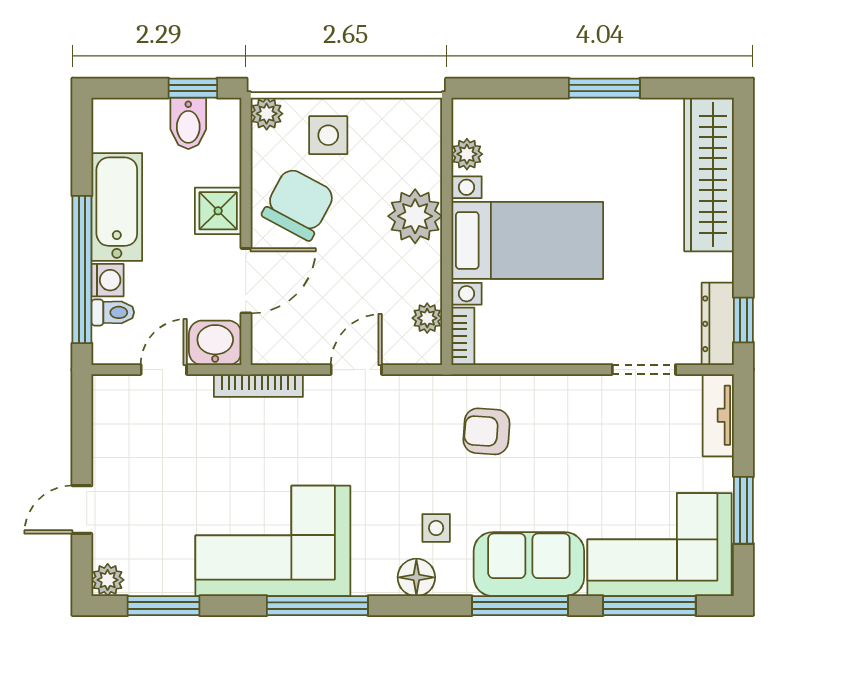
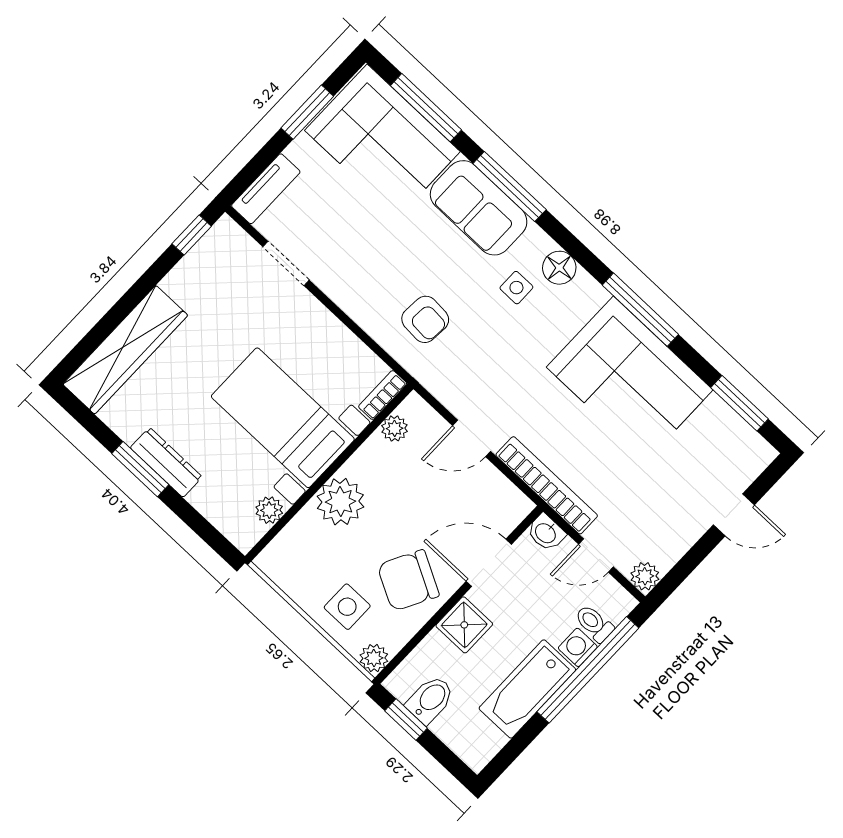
dresser: (718, 324) -> (166, 462), moved, turned -90
washbasin: (215, 343) -> (546, 533), width x0.72, depth x0.69
bookcase: (258, 386) -> (547, 485), width x1.48, depth x1.31
plant: (108, 580) -> (645, 576), moved

